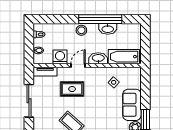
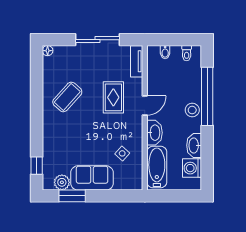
window: (100, 19) -> (207, 96), moved
washing machine: (60, 57) -> (192, 168), moved, turned 180
door: (78, 66) -> (145, 106), hinge flipped

